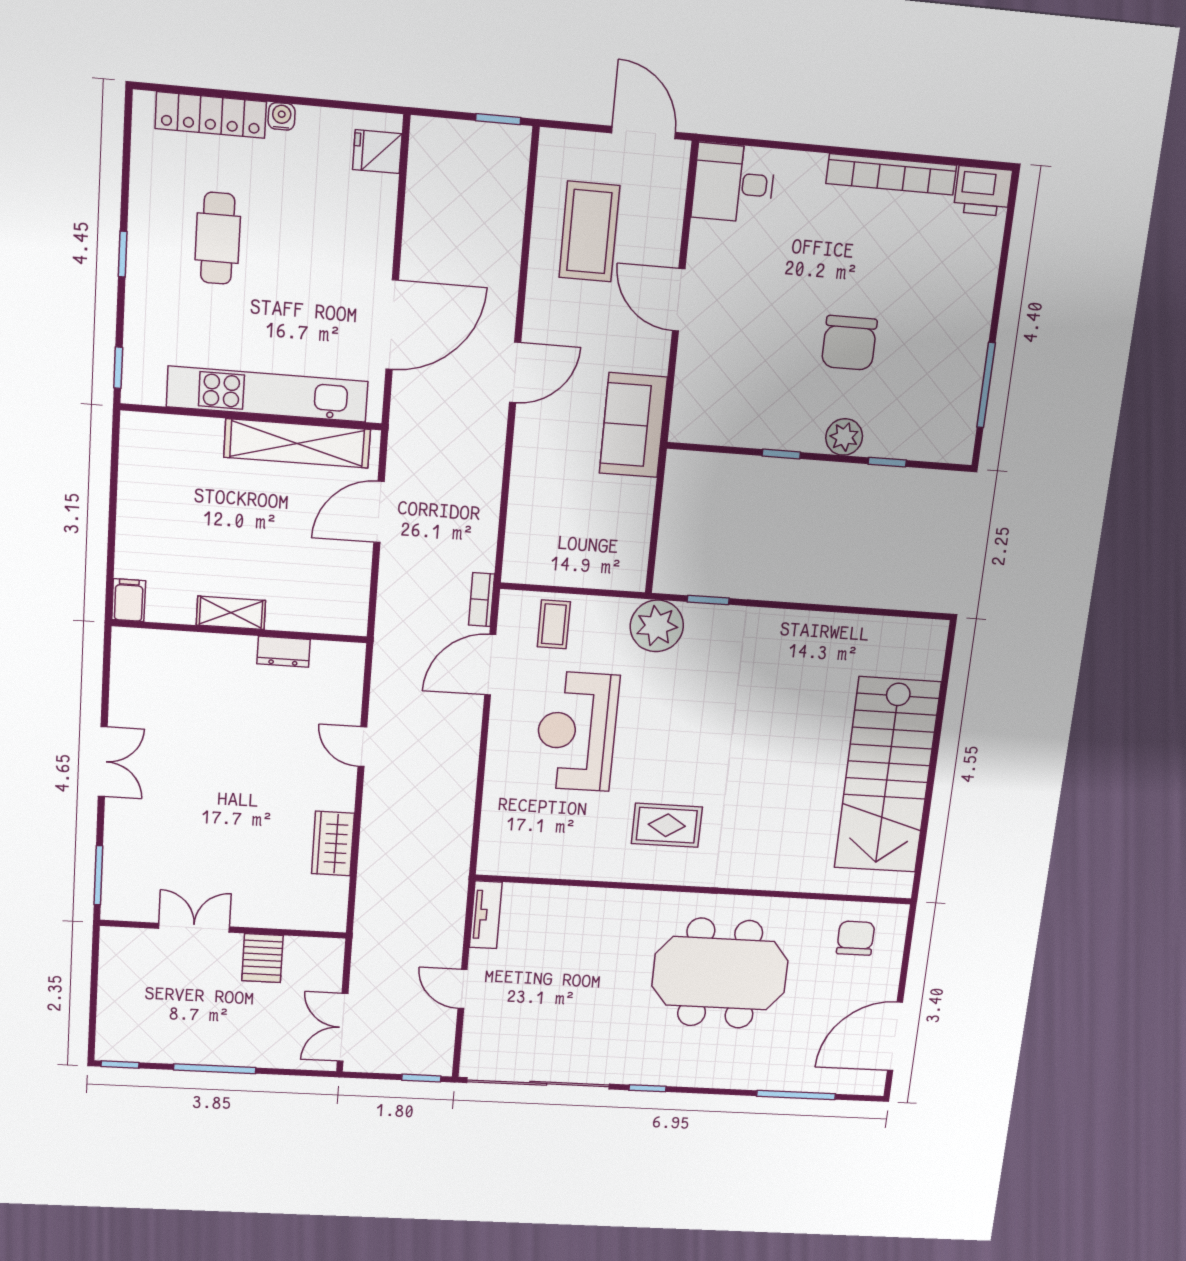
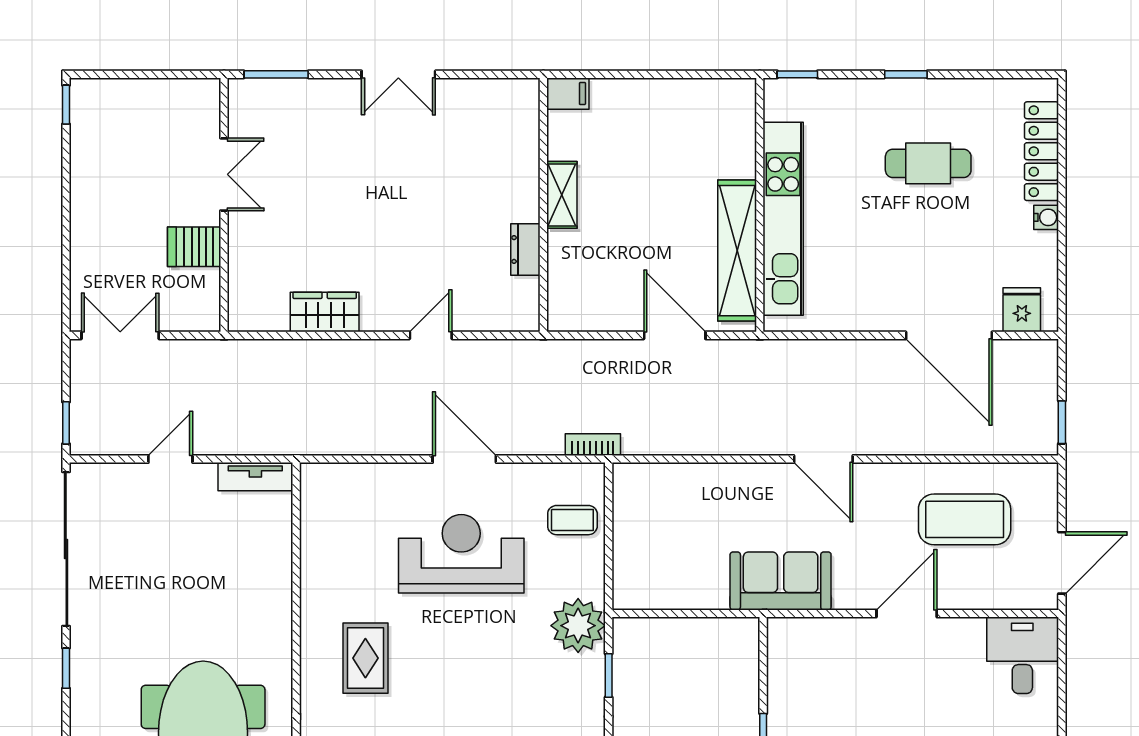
door: (392, 325) -> (949, 335), moved
door: (490, 665) -> (464, 459), moved
window: (215, 1069) -> (66, 204), removed

